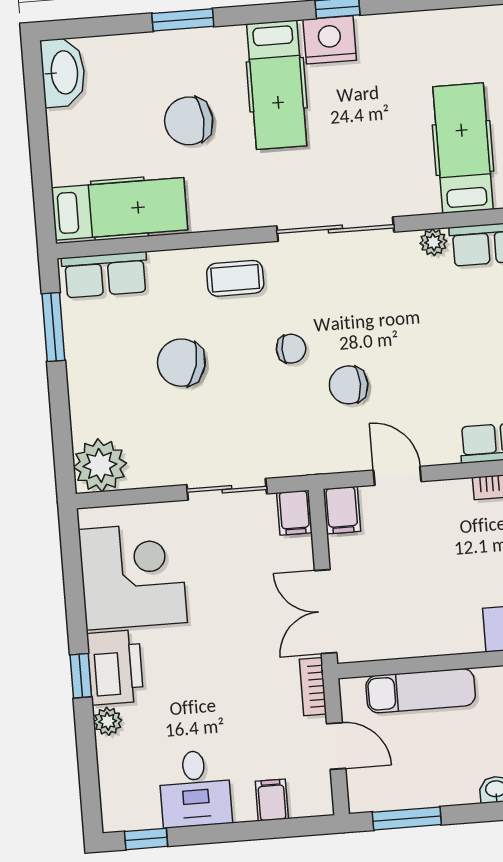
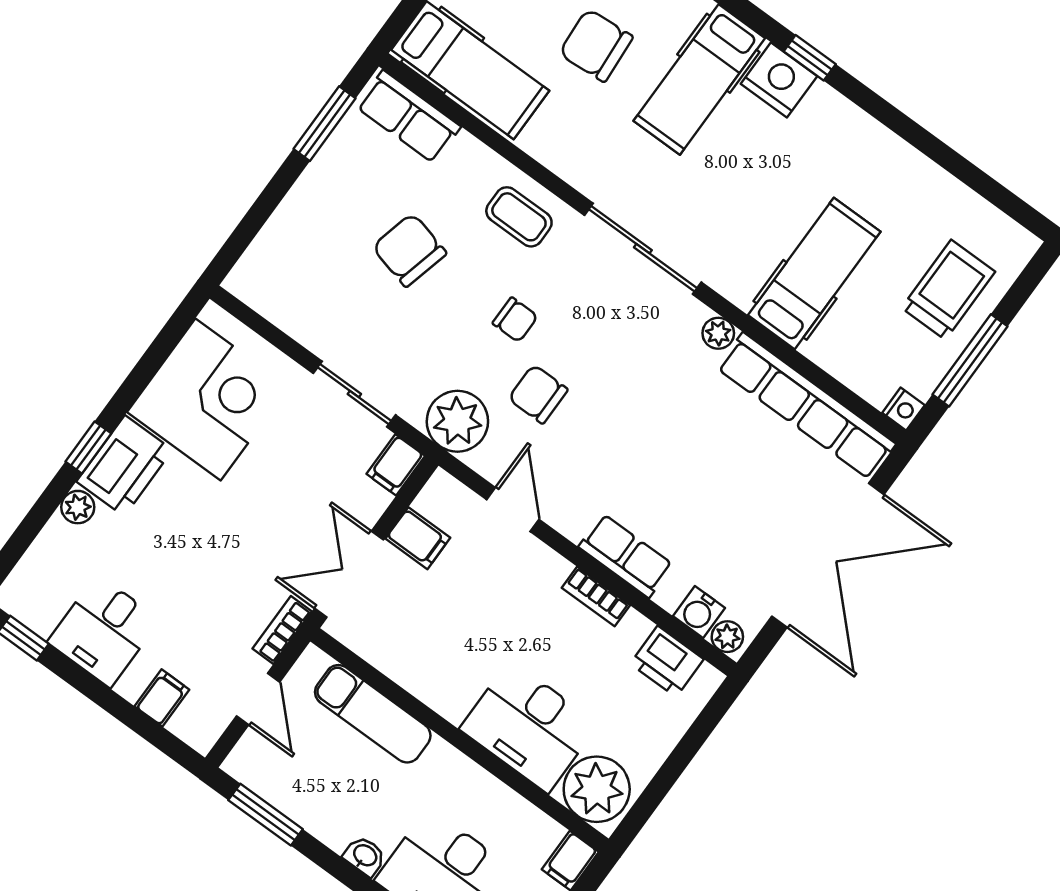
plant: (100, 465) -> (457, 421), moved
filing cabinet: (342, 510) -> (418, 538), moved, turned -90

